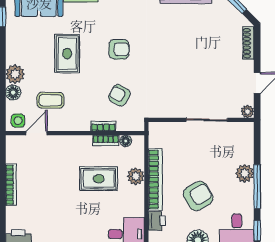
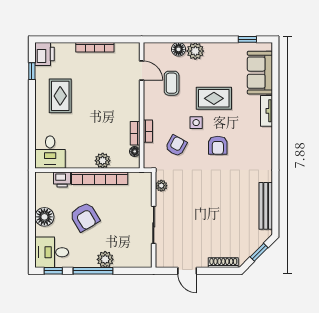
plant: (247, 112) -> (161, 186), moved
side table: (18, 121) -> (196, 123), moved
rug: (99, 179) -> (60, 96), moved

